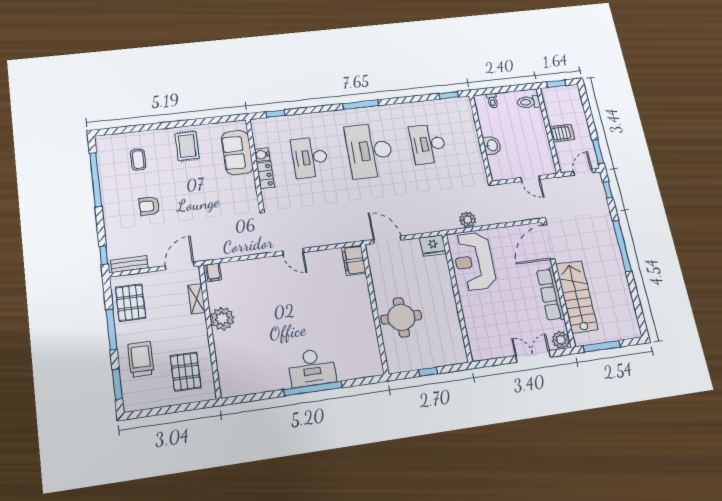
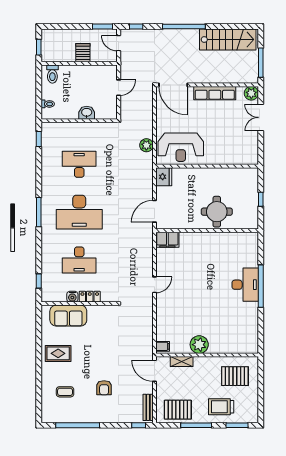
desk: (428, 144) -> (79, 164), turned 180
stairs: (577, 297) -> (228, 40), moved, turned 180

